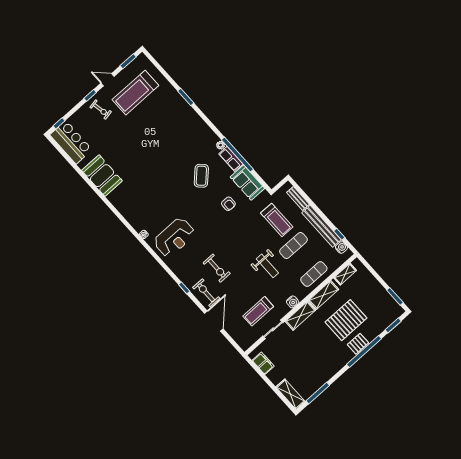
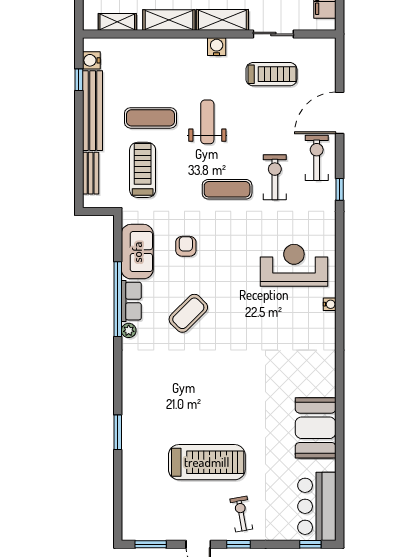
treadmill: (135, 93) -> (207, 462), moved
exercise mat: (314, 274) -> (227, 189), moved
exercise bike: (206, 293) -> (317, 158), turned 180

